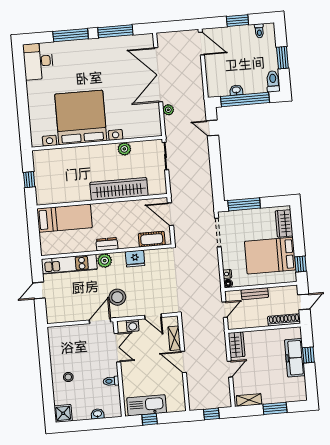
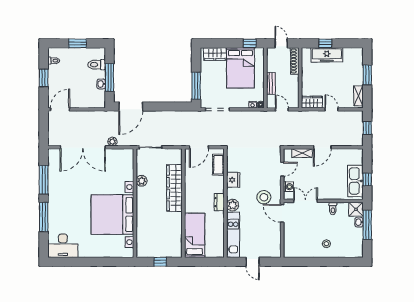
toilet: (273, 81) -> (96, 65), moved
window: (245, 99) -> (109, 77), width x0.68
door: (212, 128) -> (131, 106), width x1.87
shower: (63, 413) -> (356, 209), moved
window: (95, 424) -> (367, 225), added

